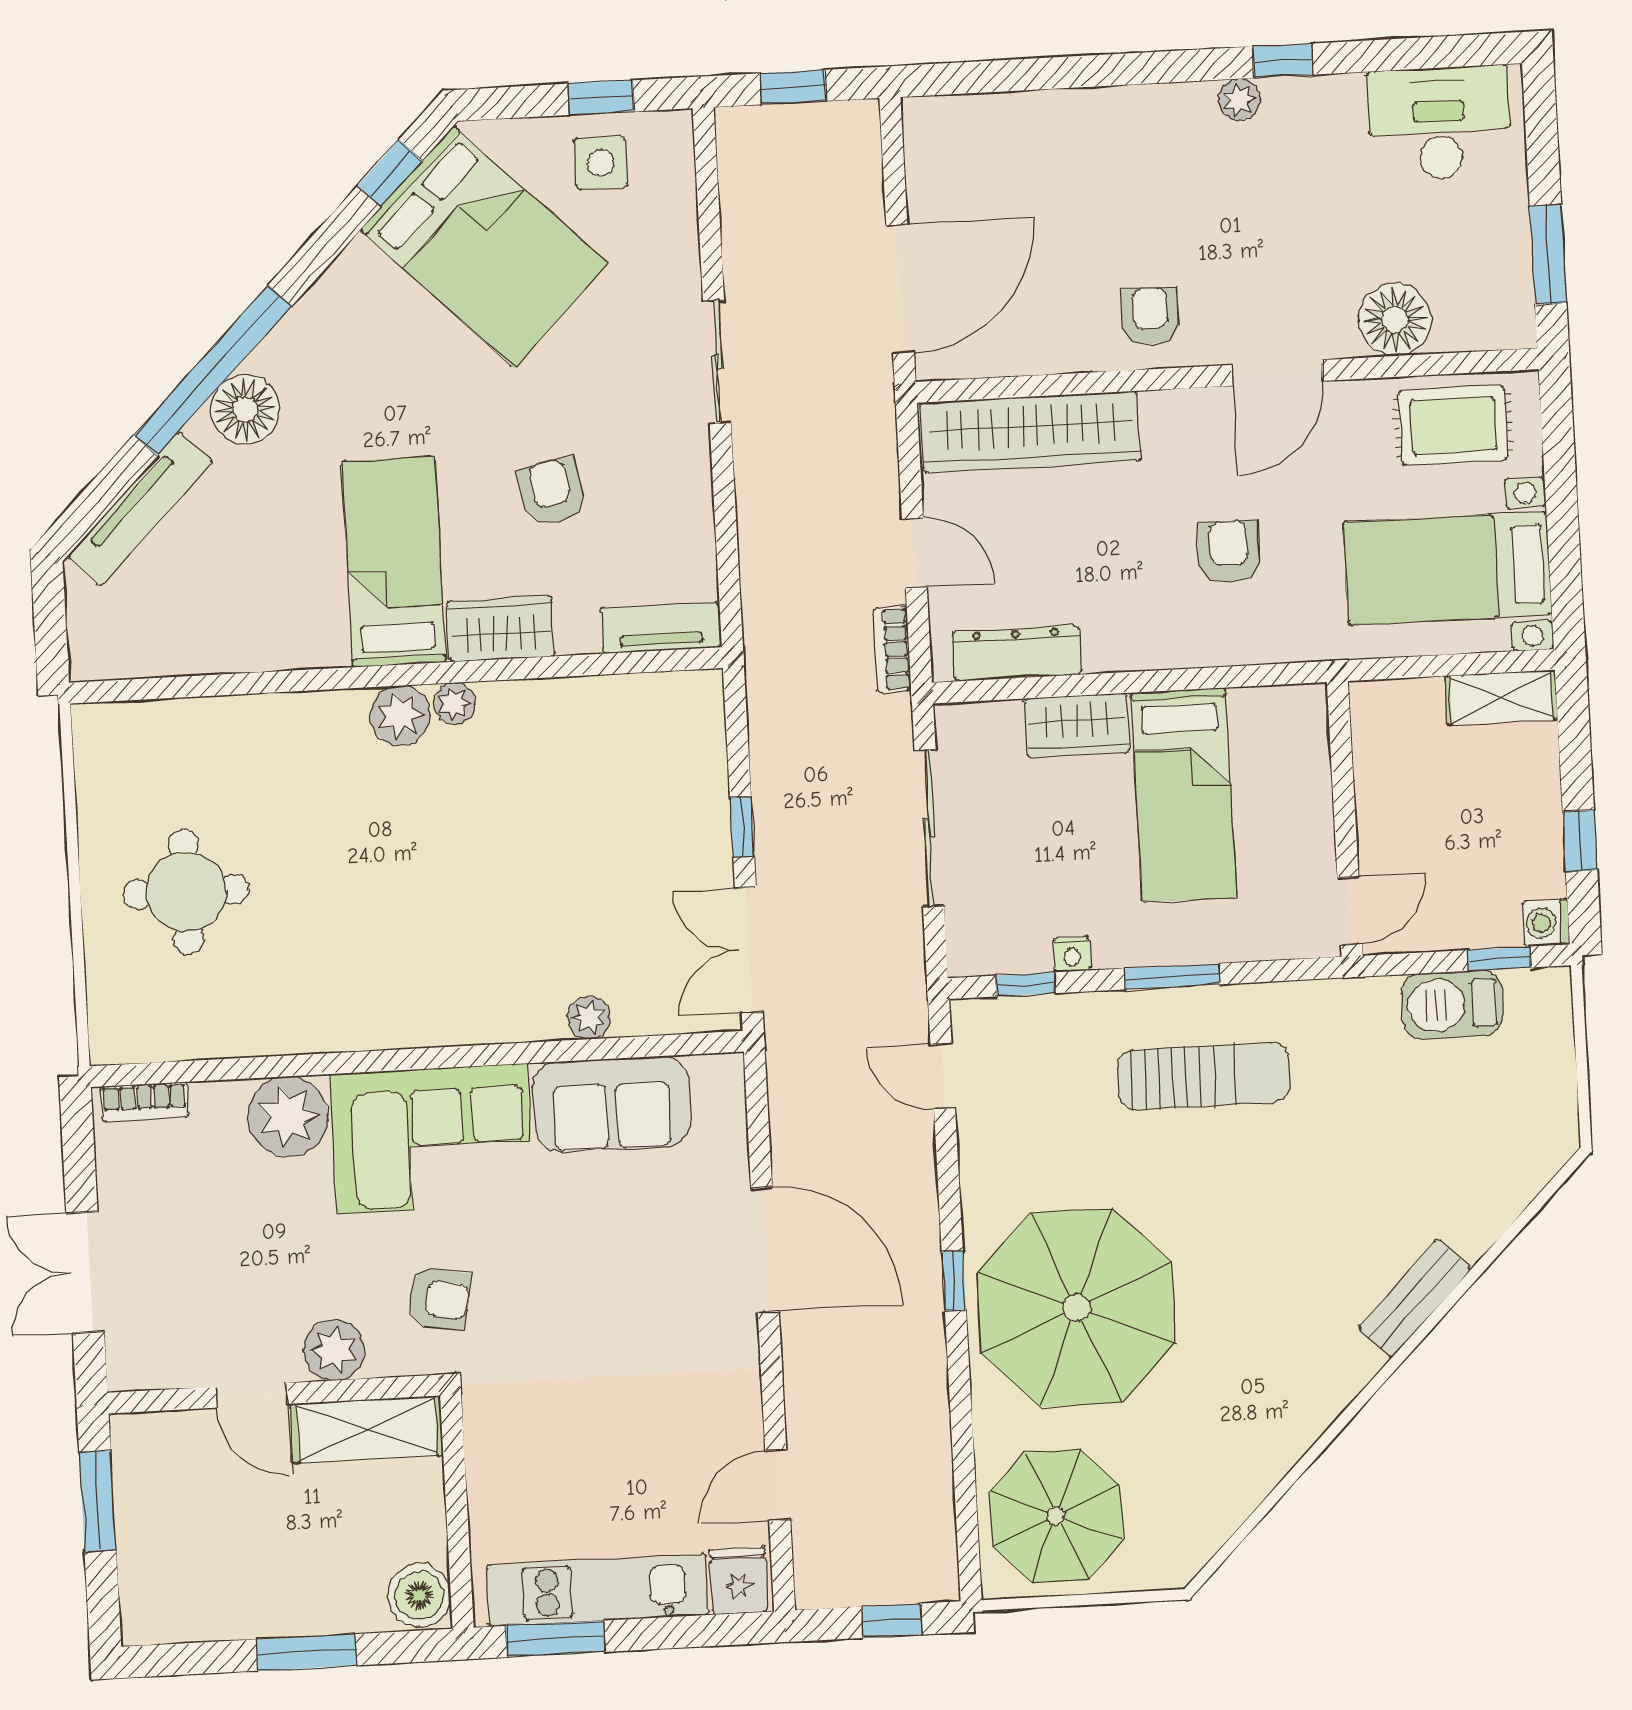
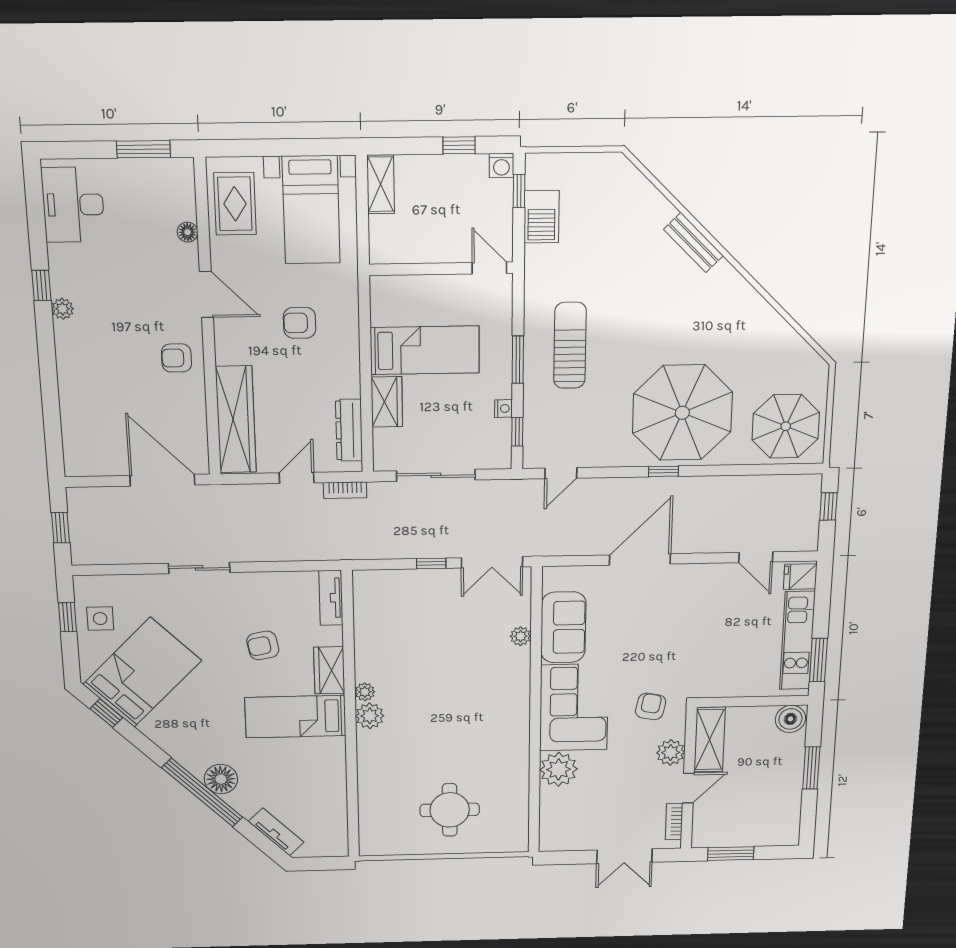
floor lamp: (1395, 320) -> (188, 232), width x0.53, depth x0.53
tv unit: (140, 509) -> (276, 832), width x0.71
bookcase: (145, 1101) -> (674, 822), moved, turned 180

